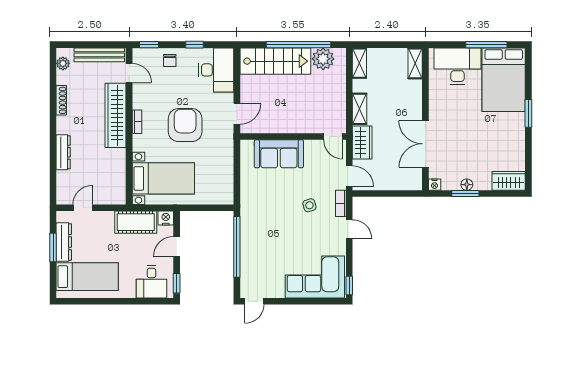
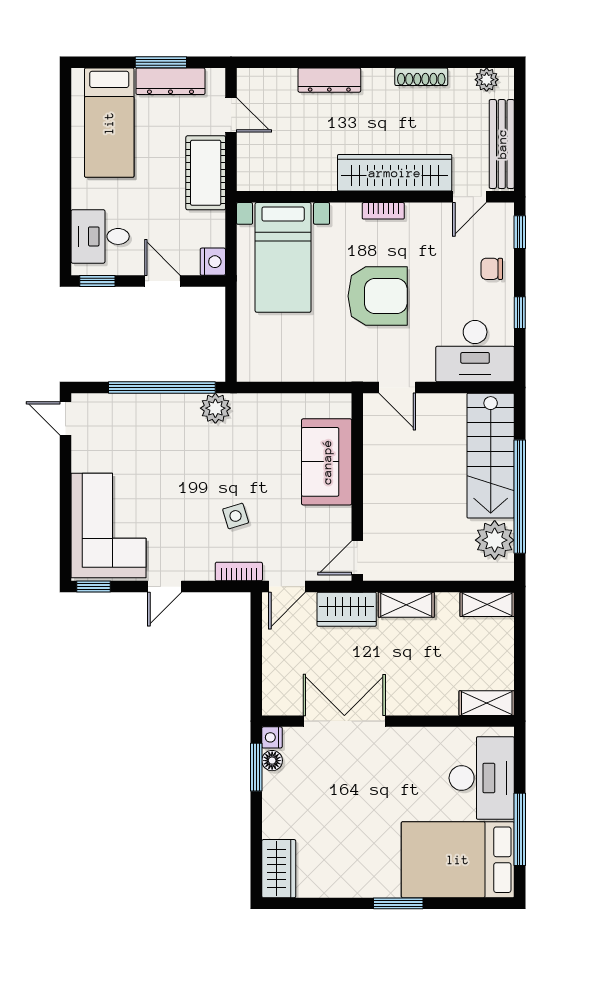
floor lamp: (467, 185) -> (272, 761), moved
window: (465, 194) -> (256, 767), moved
plant: (249, 217) -> (215, 408), added
cot: (136, 222) -> (206, 173), moved
door: (349, 229) -> (165, 587), moved

